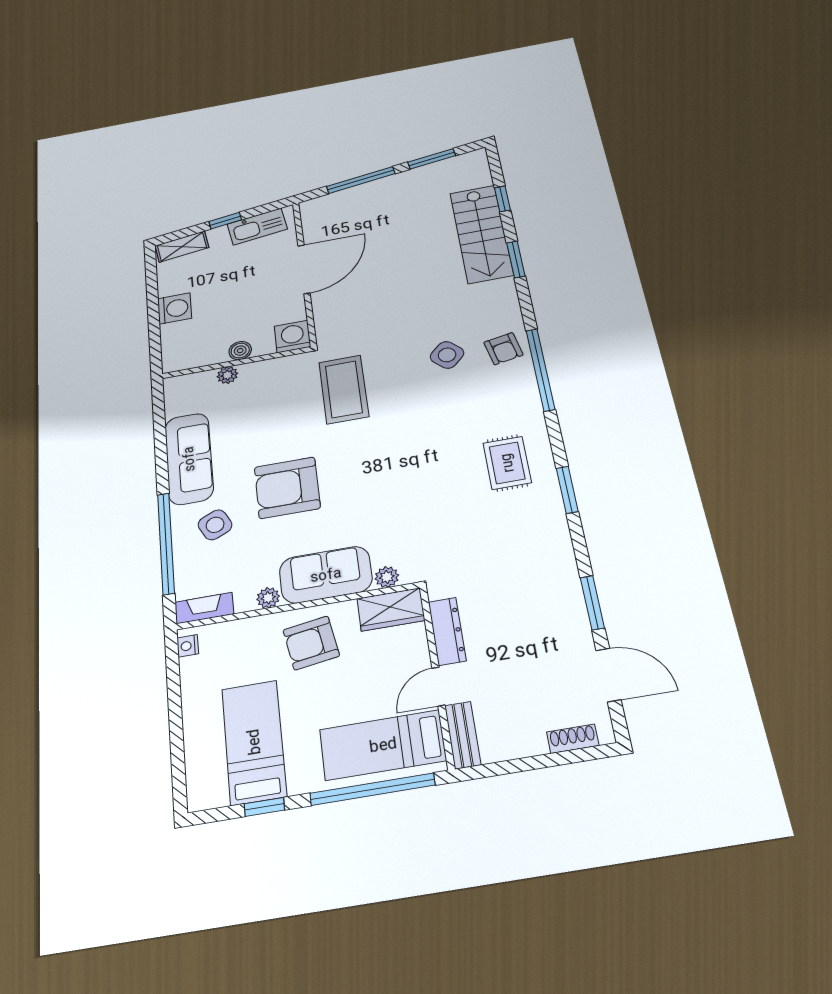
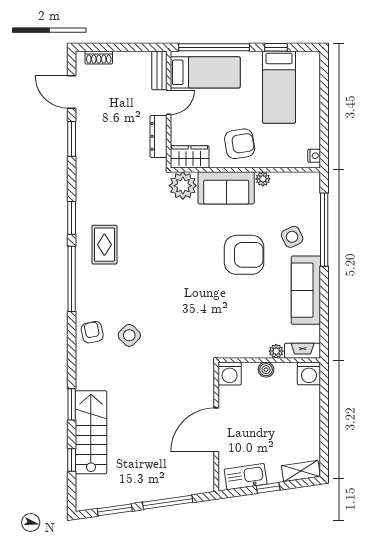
washing machine: (175, 308) -> (309, 373), moved, turned -90
window: (540, 369) -> (72, 279), moved
coffee table: (344, 389) -> (200, 323), removed
plant: (387, 577) -> (183, 186), width x1.88, depth x1.88
fireplace: (204, 608) -> (303, 351), moved, turned 180

